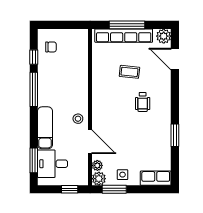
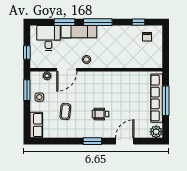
door: (175, 59) -> (125, 141), moved
coffee table: (129, 72) -> (65, 111), moved
window: (34, 89) -> (98, 22), moved
window: (175, 135) -> (92, 141), moved
window: (34, 160) -> (64, 22), moved
plant: (99, 179) -> (36, 77), removed

